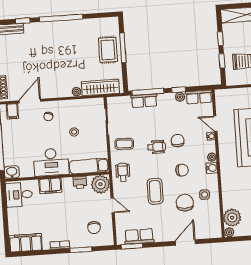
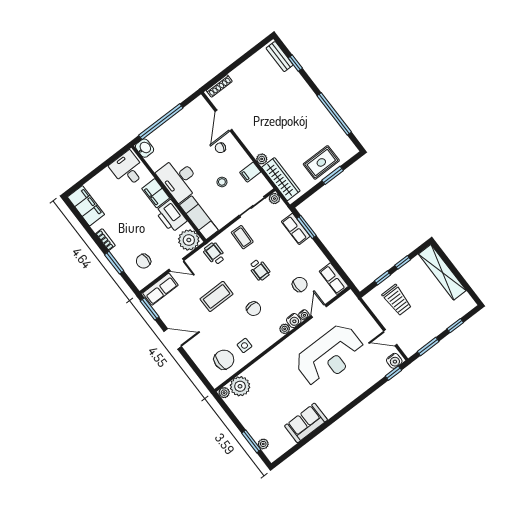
window: (61, 18) -> (334, 114), moved
window: (123, 48) -> (333, 175), width x0.69
window: (179, 90) -> (328, 255), removed
window: (148, 92) -> (307, 227), width x0.69
plant: (180, 97) -> (274, 199), moved
door: (30, 101) -> (223, 121), swing flipped
filing cabinet: (12, 111) -> (250, 172), moved
chair: (178, 141) -> (300, 285), moved
water cooler: (212, 168) -> (294, 321), moved
wheelchair: (123, 172) -> (214, 254), turned -90
printer: (80, 182) -> (171, 216), width x1.87, depth x1.48
chair: (185, 203) -> (224, 360), moved
door: (113, 205) -> (176, 265), hinge flipped
row of seats: (139, 236) -> (160, 289), moved, turned 90
door: (185, 242) -> (173, 339), moved

